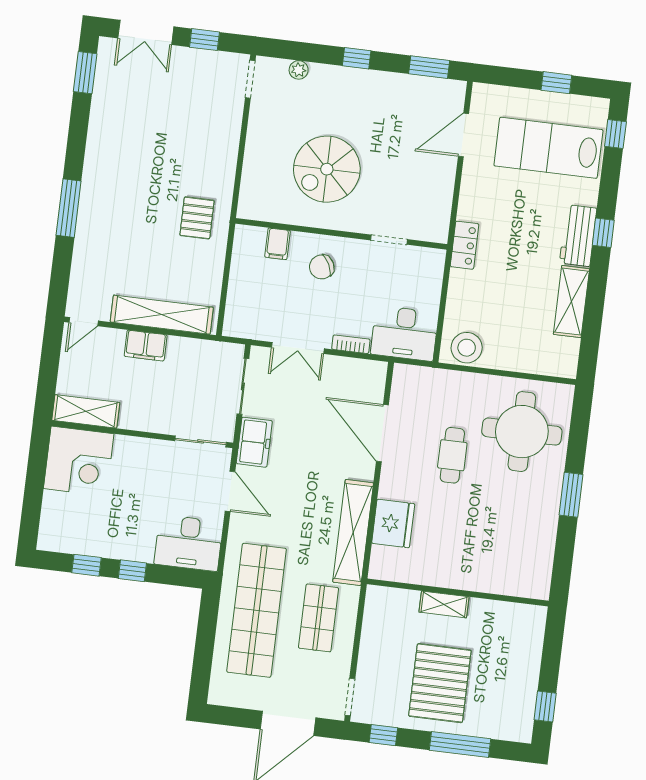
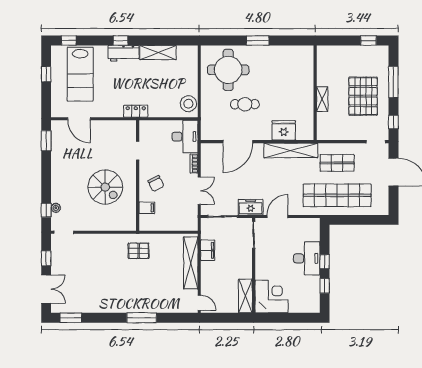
window: (357, 58) -> (46, 210), moved
filing cabinet: (146, 346) -> (208, 250), moved
desk: (189, 543) -> (307, 258), moved
pallet: (440, 683) -> (363, 96), turned 90

